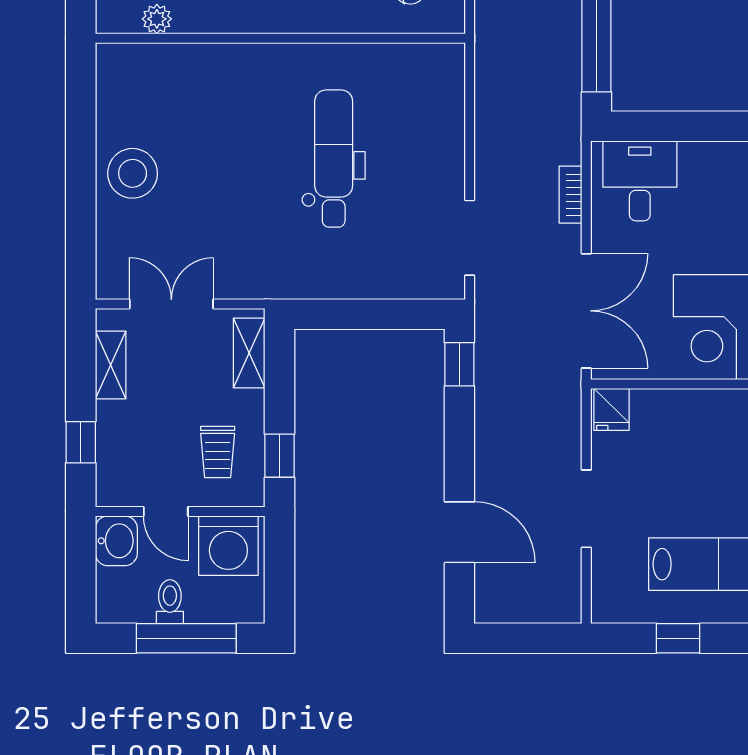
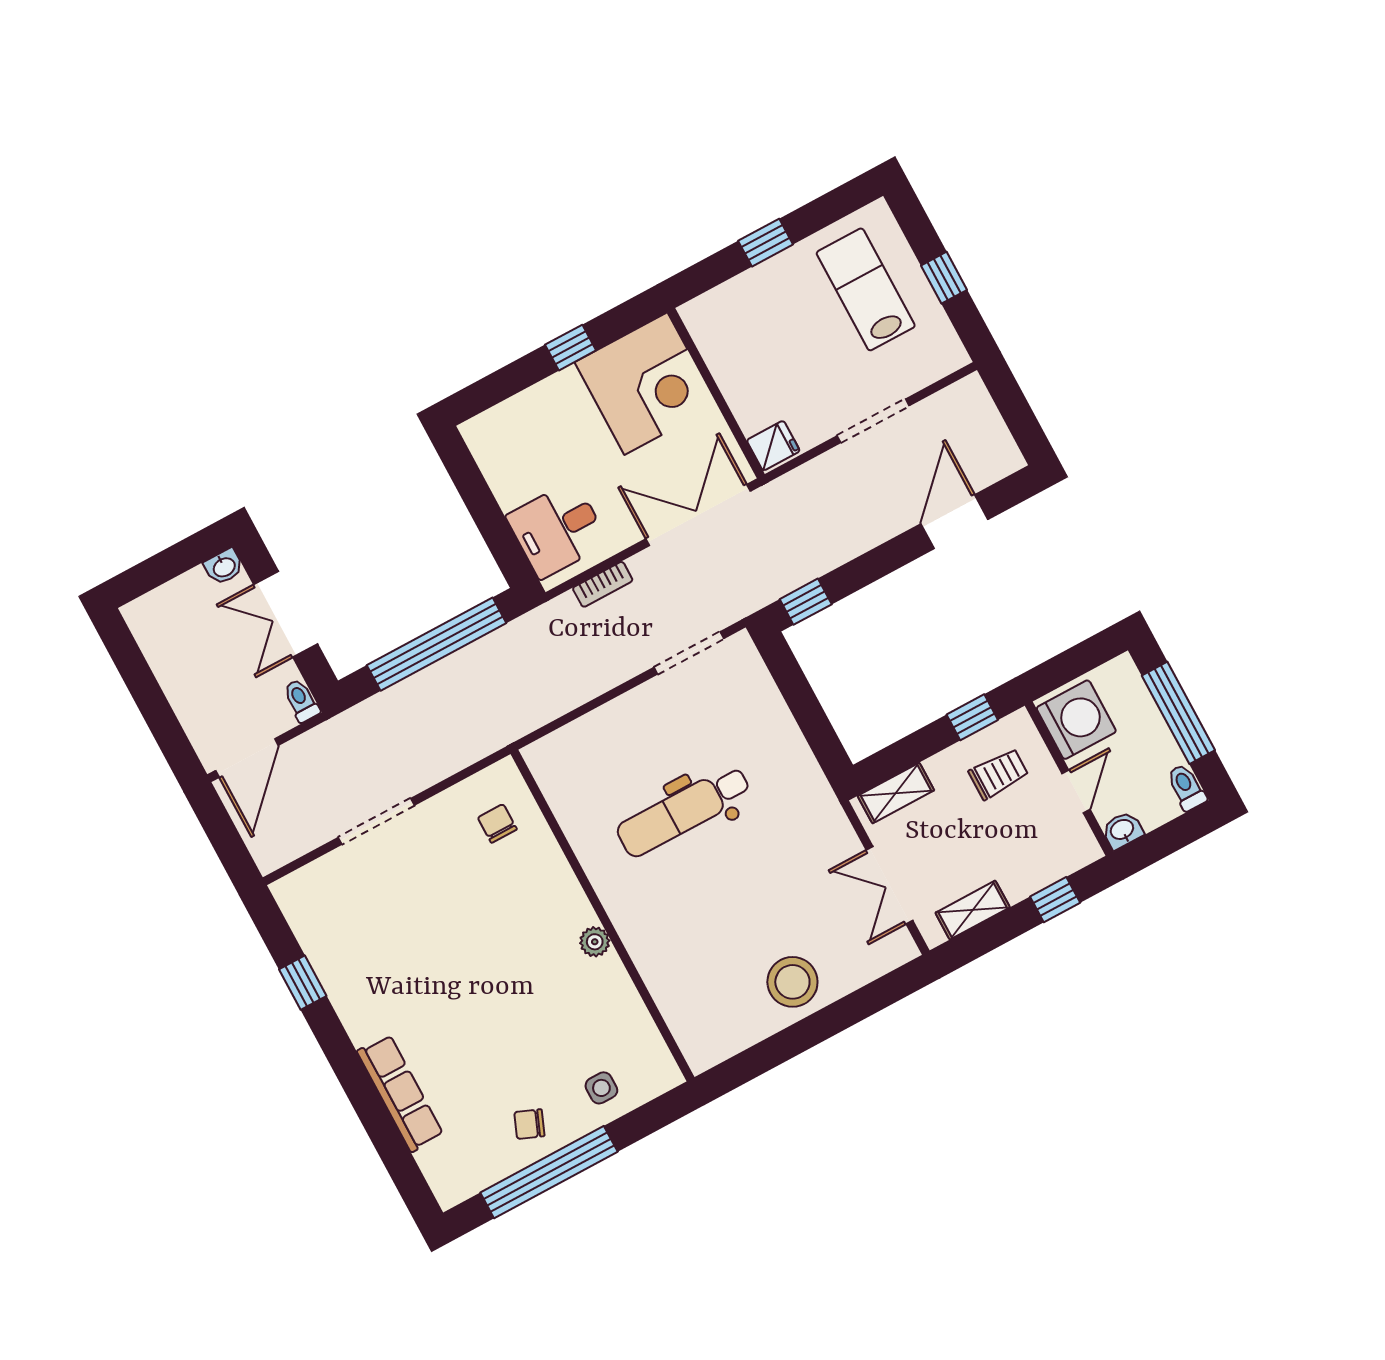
plant: (157, 19) -> (595, 942), moved
washbasin: (116, 541) -> (1122, 830), width x0.72, depth x0.69
toilet: (170, 602) -> (1186, 787), moved, turned 90

